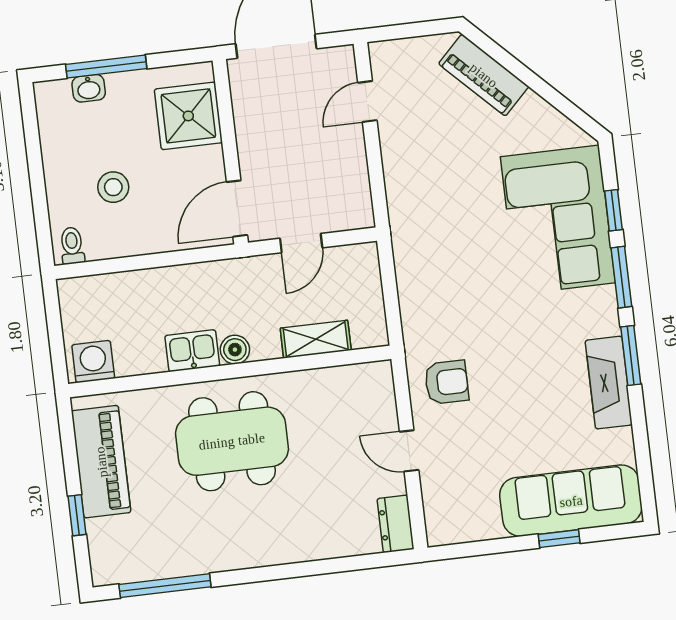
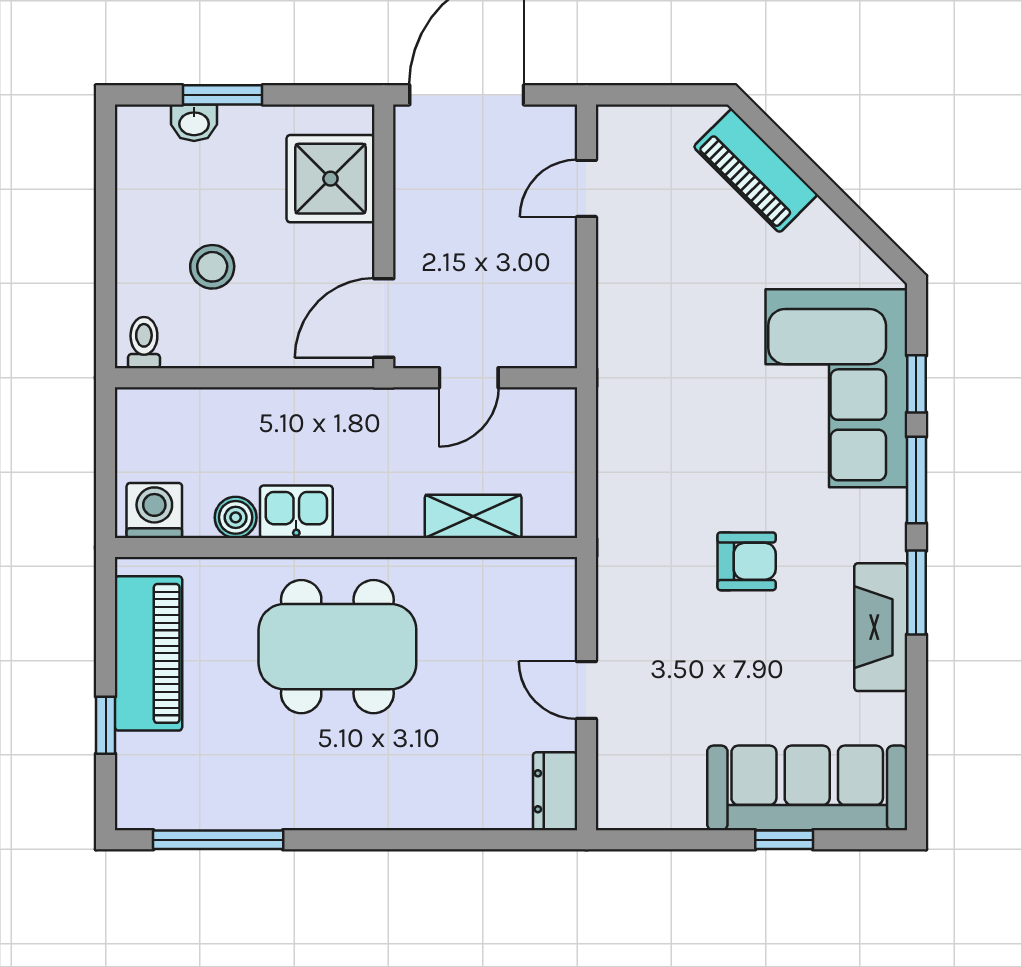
window: (106, 67) -> (222, 95), width x0.69
boiler: (235, 350) -> (236, 517), moved
armchair: (447, 382) -> (747, 561), moved

